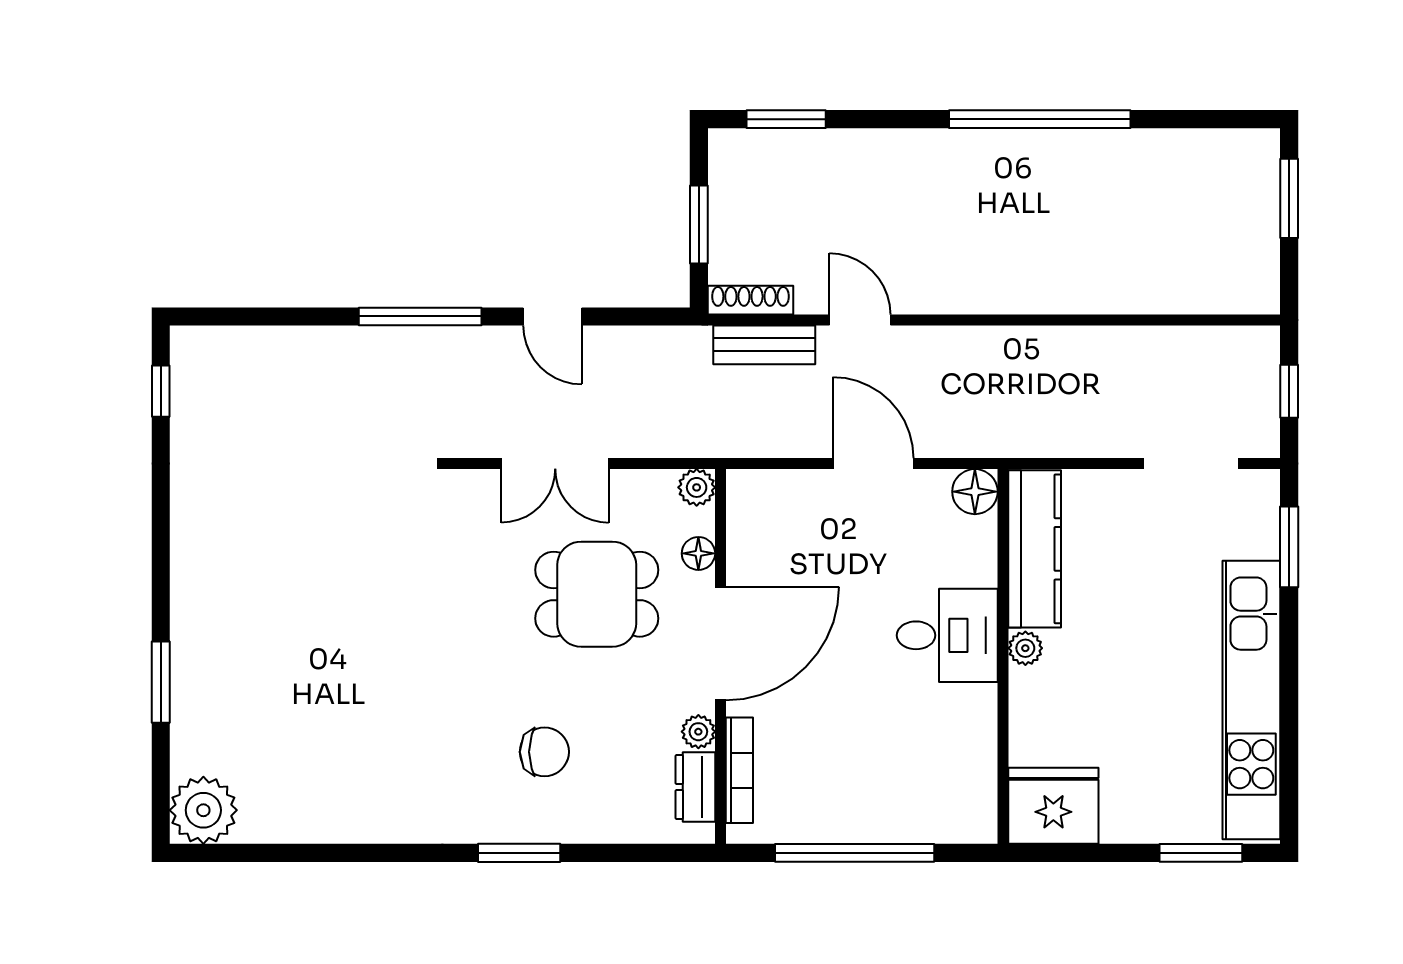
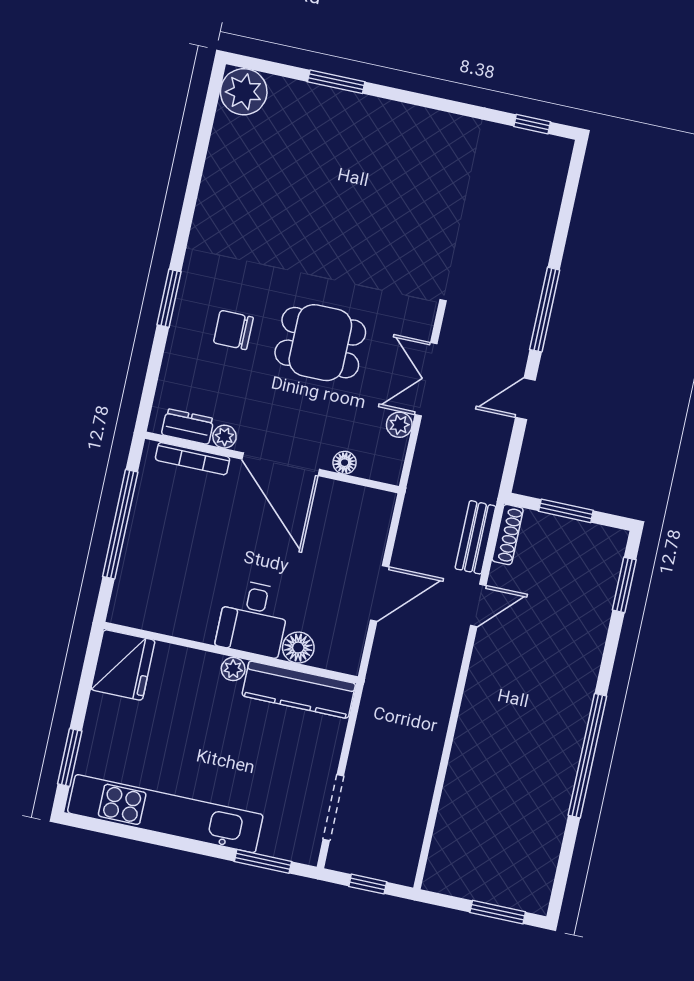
plant: (697, 487) -> (399, 425), moved
floor lamp: (975, 492) -> (298, 648), moved
dining table: (597, 594) -> (320, 343), moved, turned 90
chair: (544, 752) -> (233, 330), turned 90

